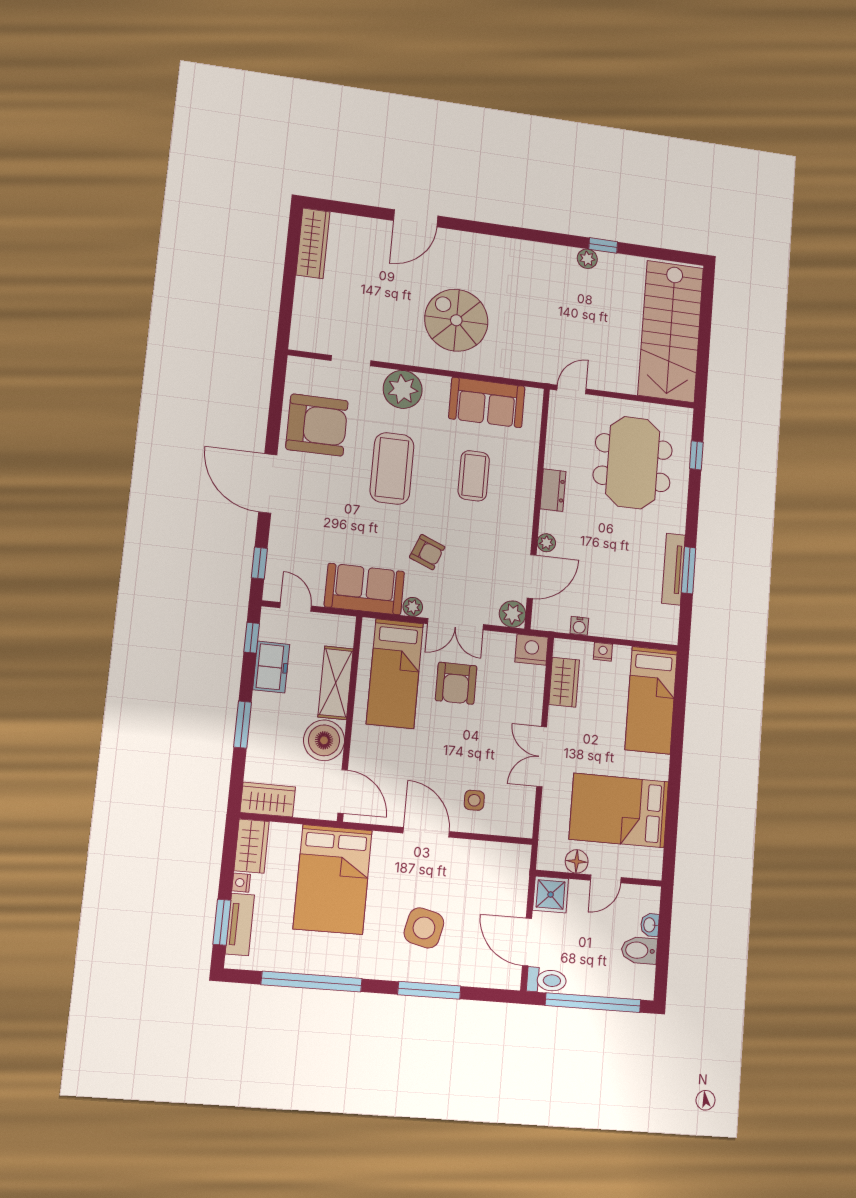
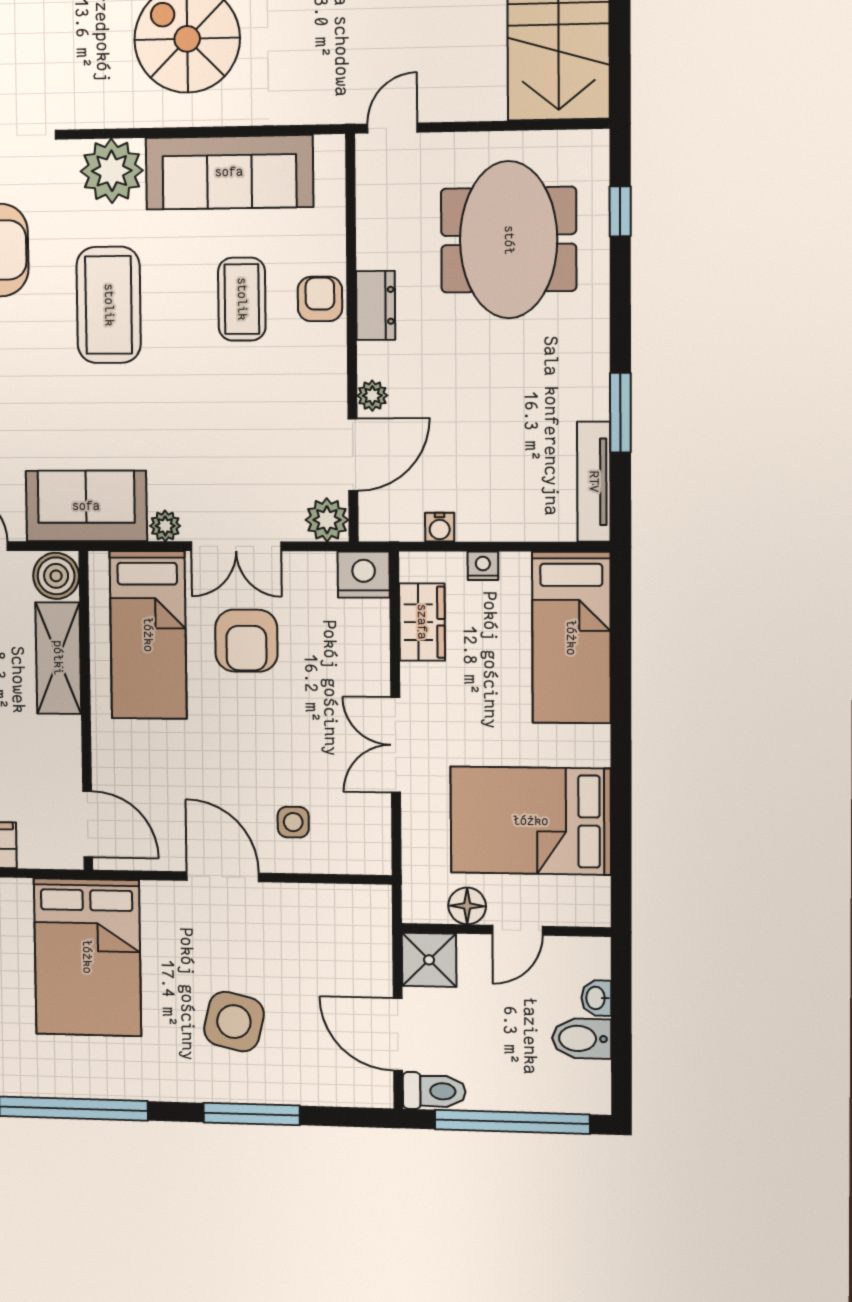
sofa: (487, 402) -> (229, 172), width x1.36
armchair: (427, 552) -> (320, 299), moved, turned -112
tv unit: (673, 569) -> (594, 482), moved
boiler: (324, 740) -> (56, 576), moved, width x0.73, depth x0.73

